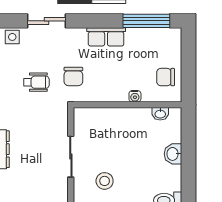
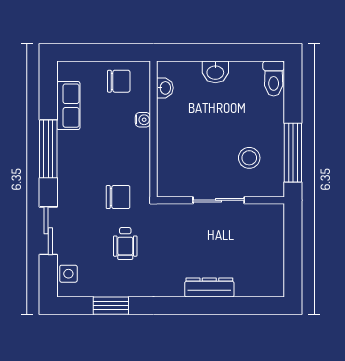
window: (146, 21) -> (48, 149), moved
row of seats: (106, 37) -> (68, 106), moved
chair: (166, 77) -> (119, 81), turned -90
wheelchair: (36, 82) -> (125, 244), turned 180

